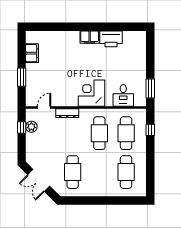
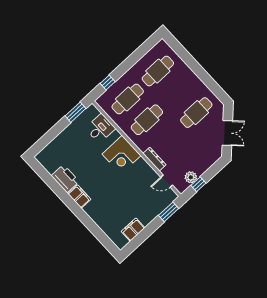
window: (22, 77) -> (169, 212), moved

